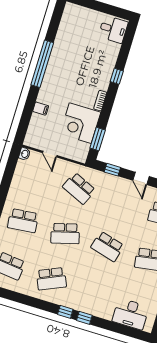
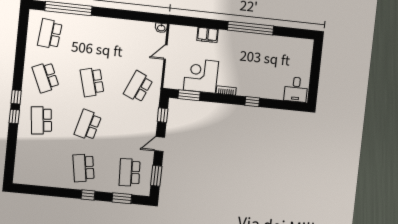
filing cabinet: (41, 109) -> (207, 35), width x2.00
school desk: (23, 221) -> (41, 120), moved
desk: (131, 314) -> (27, 160), removed

